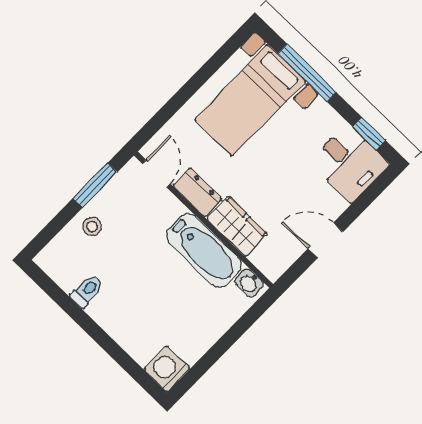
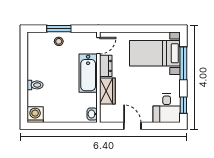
window: (95, 185) -> (59, 29), moved
bathtub: (204, 250) -> (88, 73), moved
toilet: (87, 291) -> (35, 85), moved

